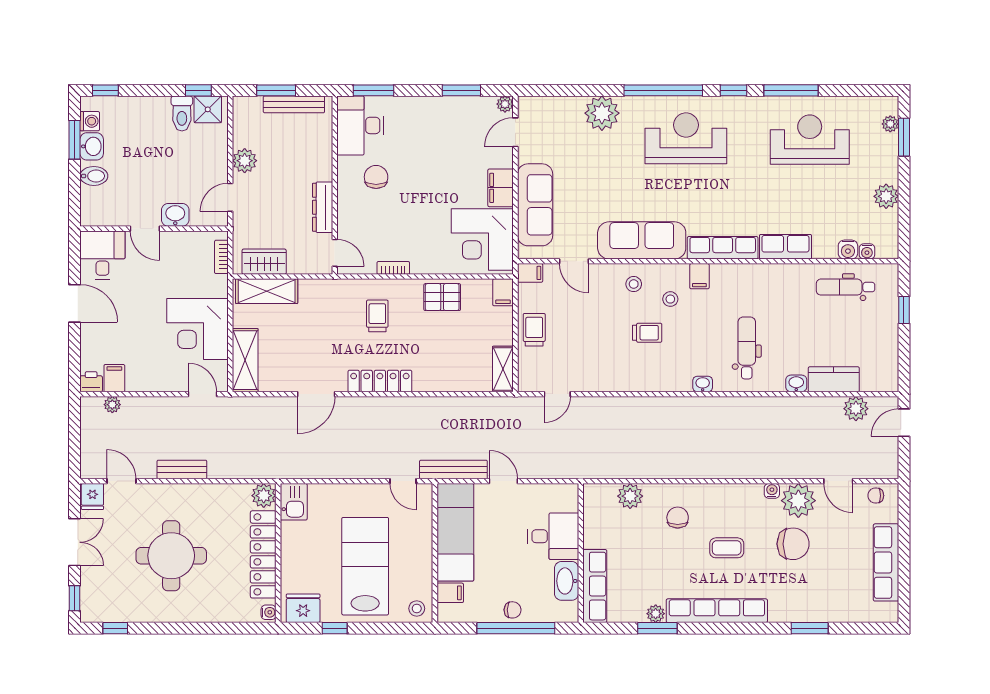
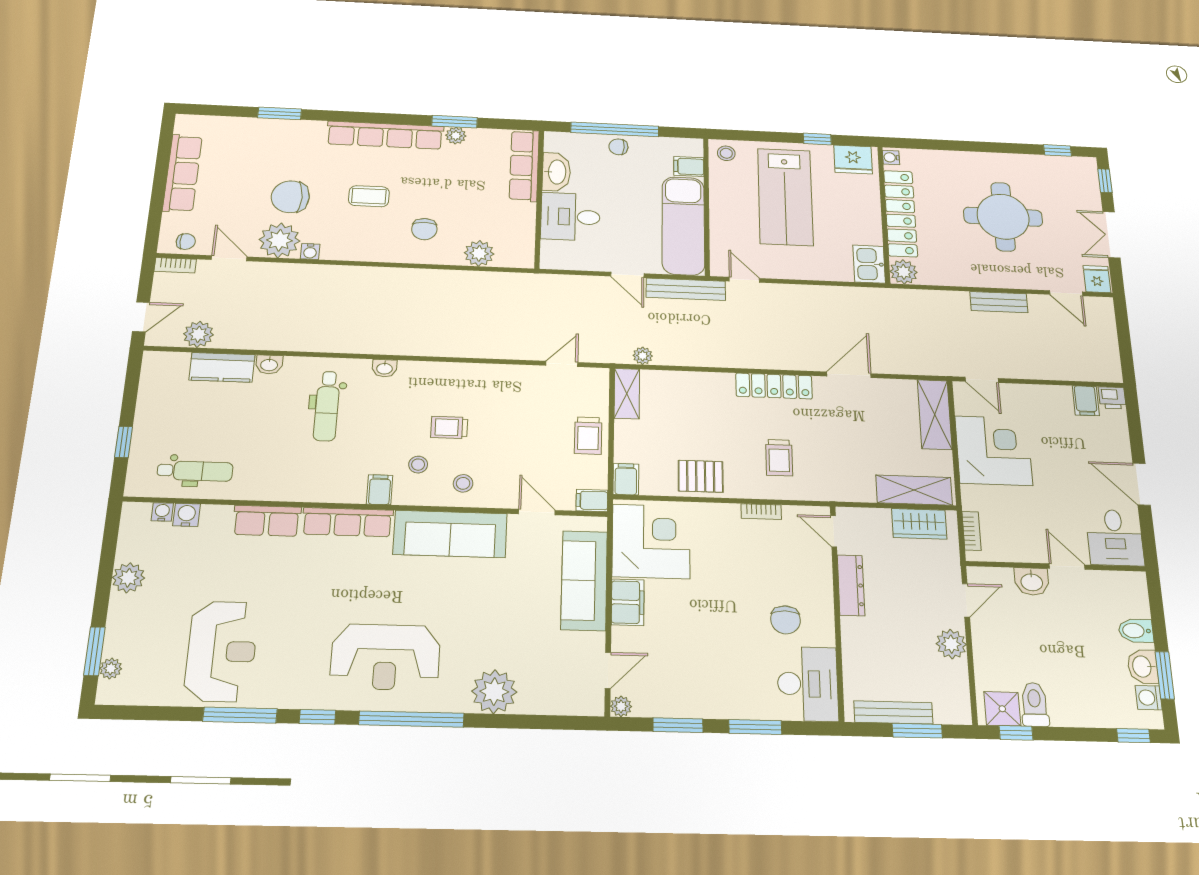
window: (373, 90) -> (755, 727), moved
reception desk: (810, 140) -> (221, 651), turned -90
plant: (112, 405) -> (643, 356), moved
bookcase: (882, 472) -> (175, 265), added

